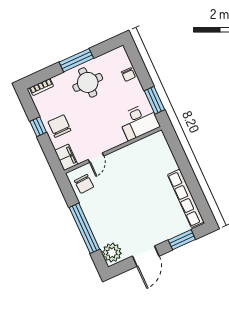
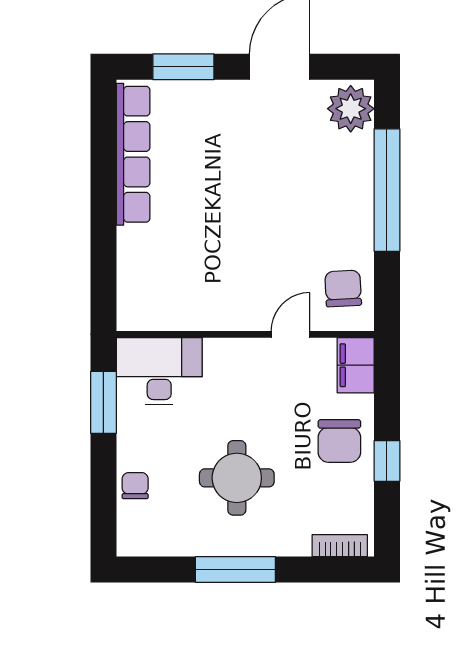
round table: (88, 82) -> (237, 478), moved

